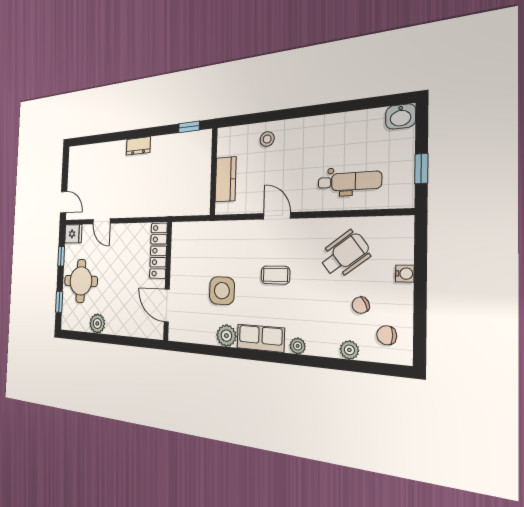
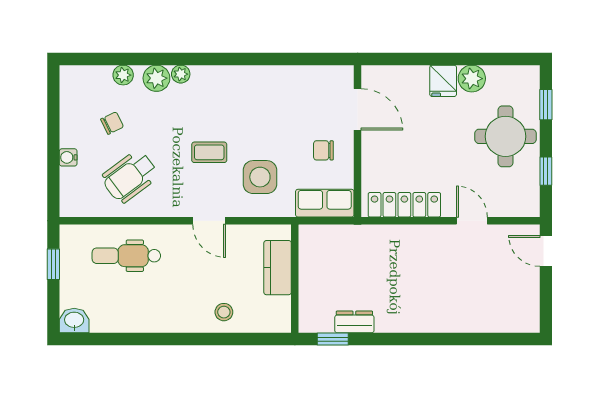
dresser: (138, 146) -> (354, 322), moved
fridge: (73, 234) -> (443, 81), moved, turned -90
locker: (158, 251) -> (404, 205), moved, turned -90
side table: (222, 291) -> (260, 177), moved
chair: (387, 335) -> (323, 150), moved, turned 180
plant: (226, 336) -> (156, 78), moved
row of seats: (260, 338) -> (325, 203), moved, turned 180

